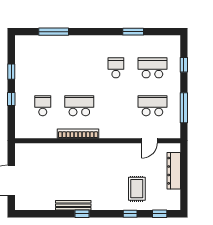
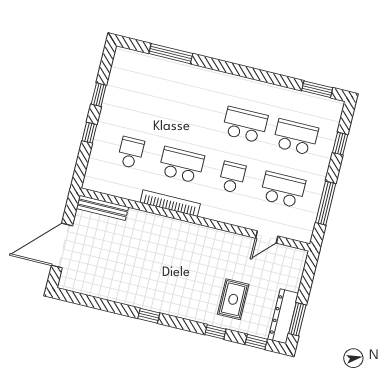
window: (133, 32) -> (317, 89), moved
school desk: (116, 68) -> (245, 125), width x1.85
school desk: (116, 106) -> (232, 177), added
dresser: (174, 171) -> (283, 316), moved
window: (184, 192) -> (297, 319), added
bench: (73, 205) -> (102, 208), moved

